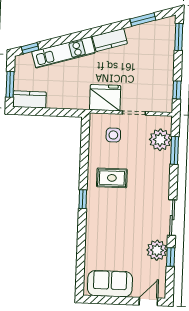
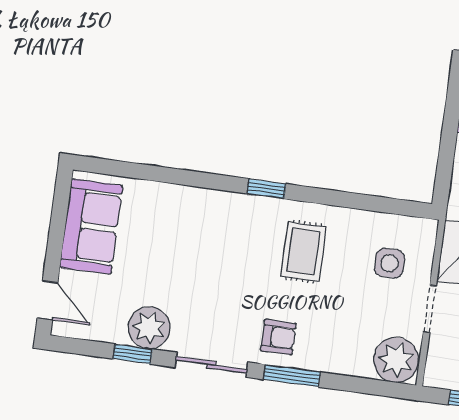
plant: (160, 140) -> (396, 360), moved
window: (175, 150) -> (292, 376), moved
armchair: (155, 186) -> (278, 337), added

